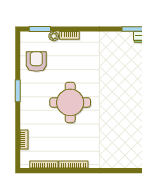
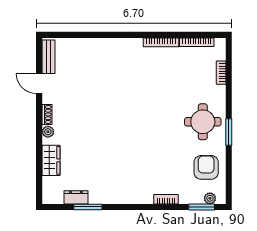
plant: (54, 36) -> (210, 198), moved
armchair: (36, 62) -> (206, 167), turned 180
round table: (70, 102) -> (203, 122), moved, width x0.73, depth x0.73

